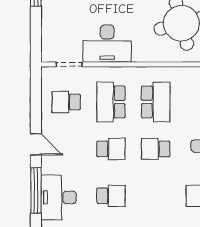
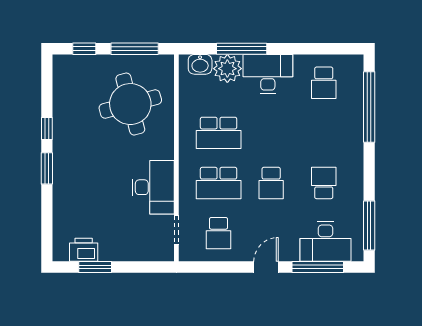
school desk: (156, 102) -> (219, 133), turned 180
school desk: (111, 149) -> (271, 183), turned 180
school desk: (156, 149) -> (271, 133), removed

